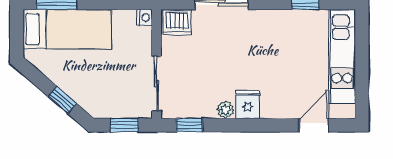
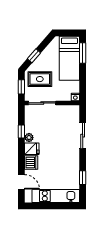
dishwasher: (177, 22) -> (31, 163), moved, turned 180
rug: (109, 88) -> (40, 79), added
window: (189, 125) -> (21, 132), moved

